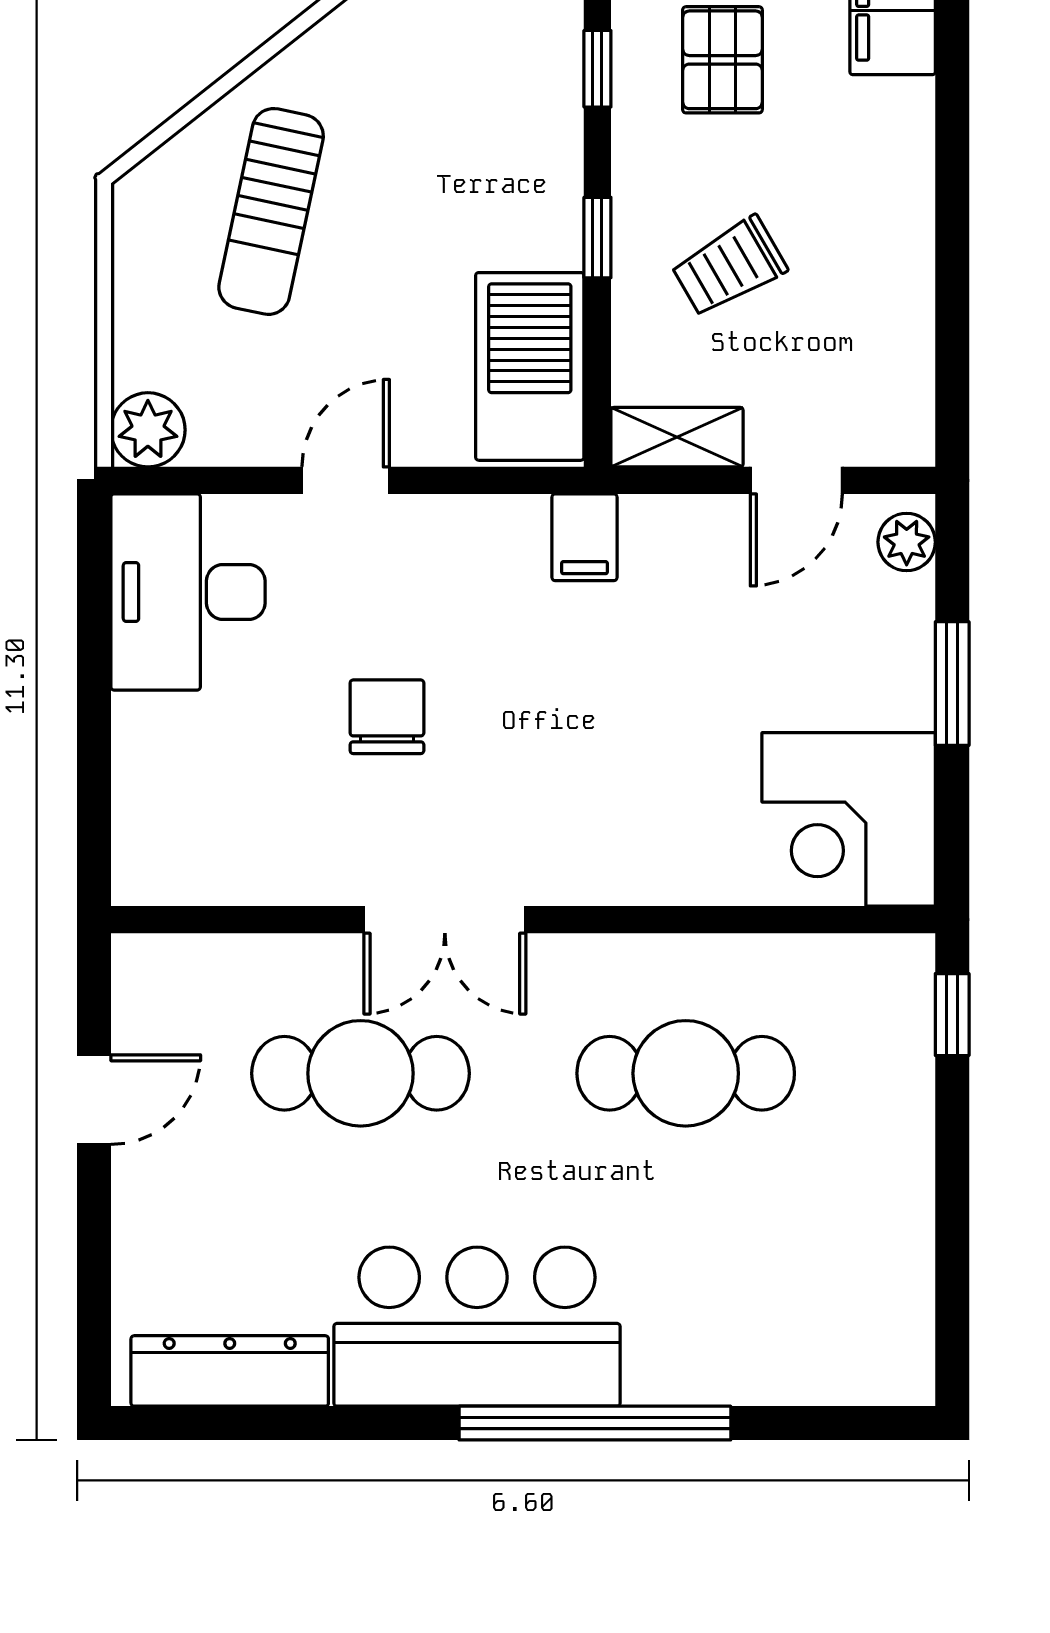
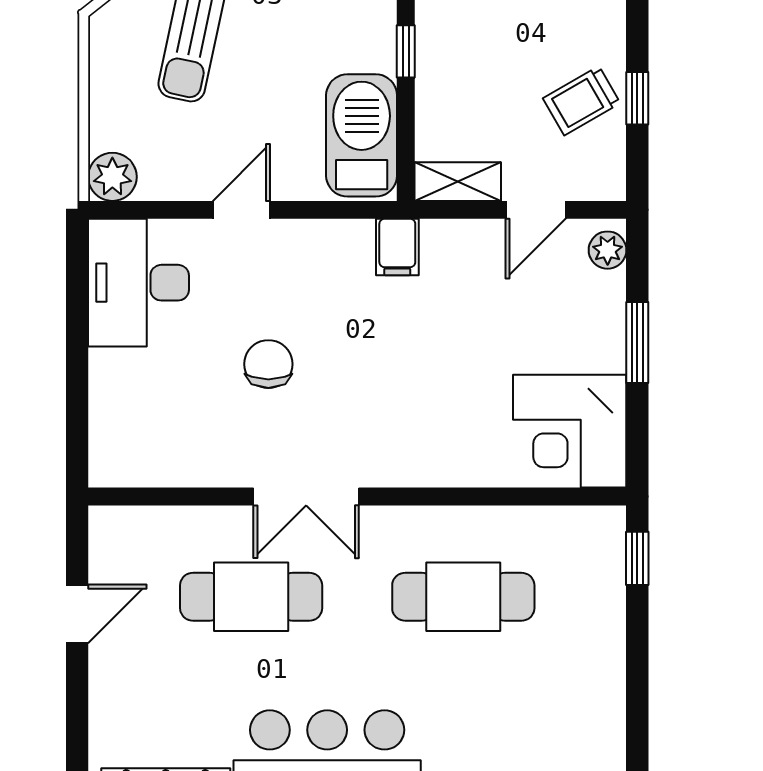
trolley: (729, 267) -> (582, 101), moved
window: (952, 309) -> (637, 98), added

